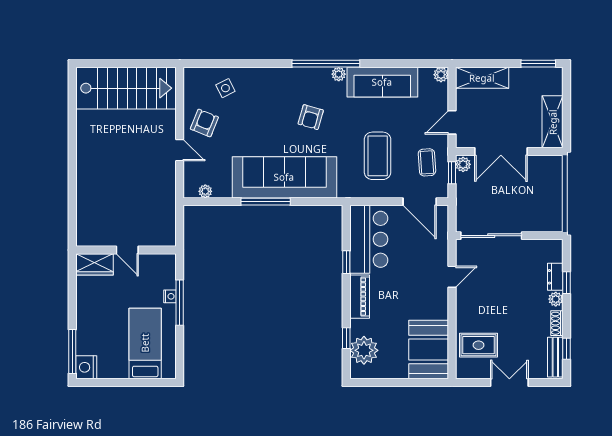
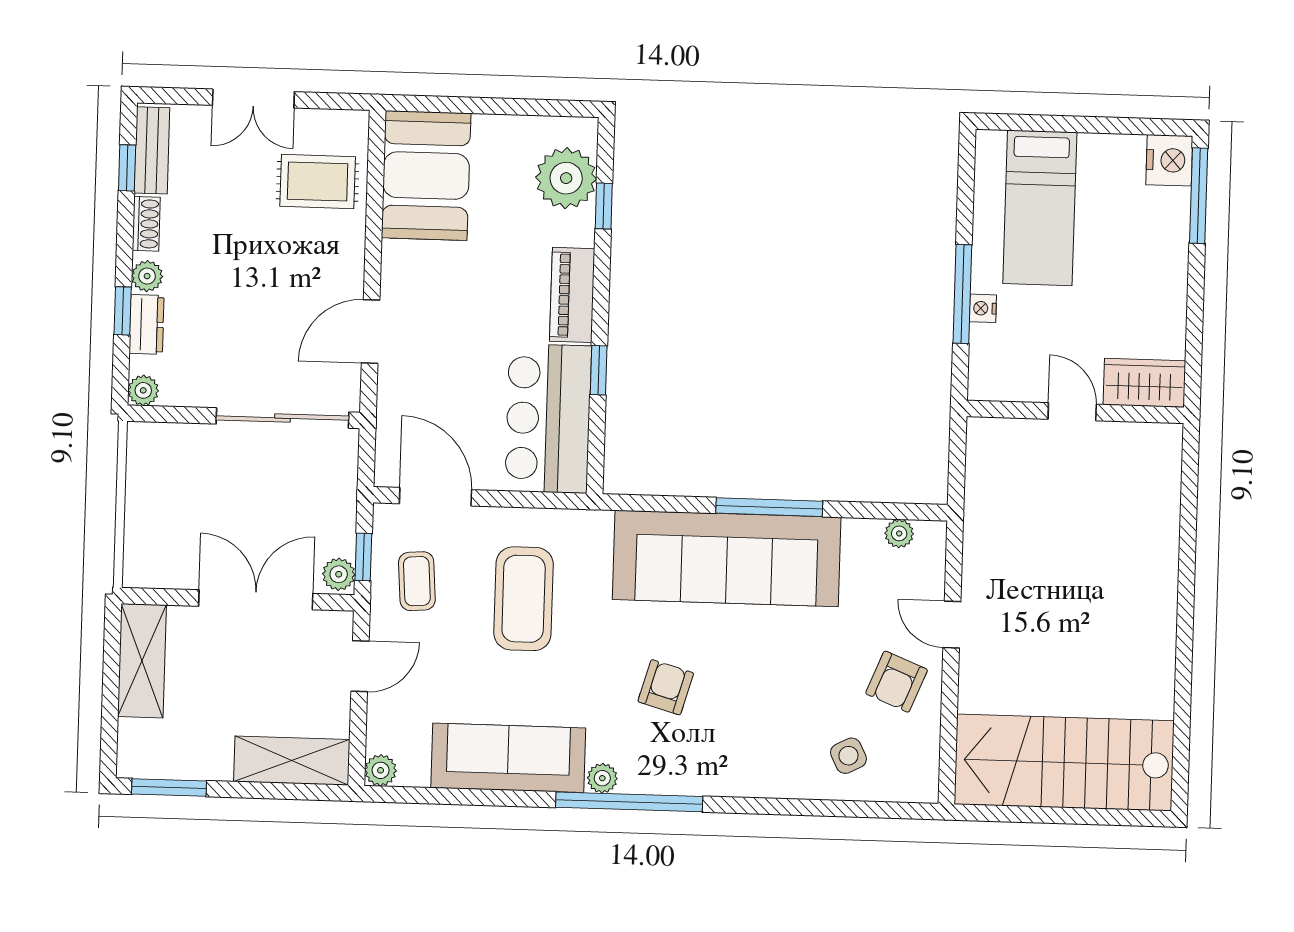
plant: (556, 246) -> (143, 390), added
door: (452, 277) -> (371, 331), width x1.38

